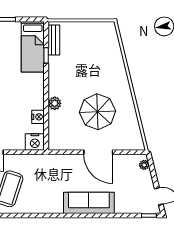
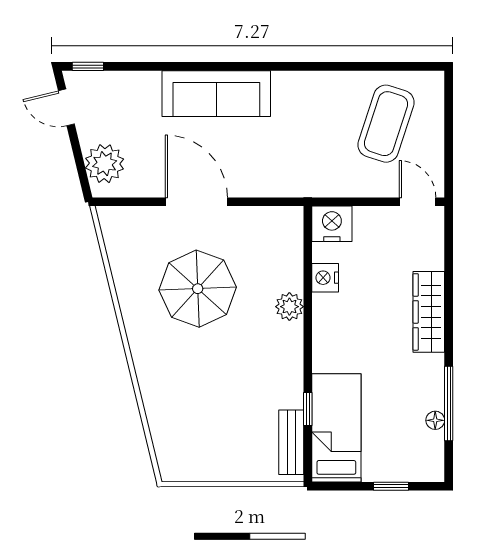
plant: (144, 165) -> (105, 164), width x1.88, depth x1.88

